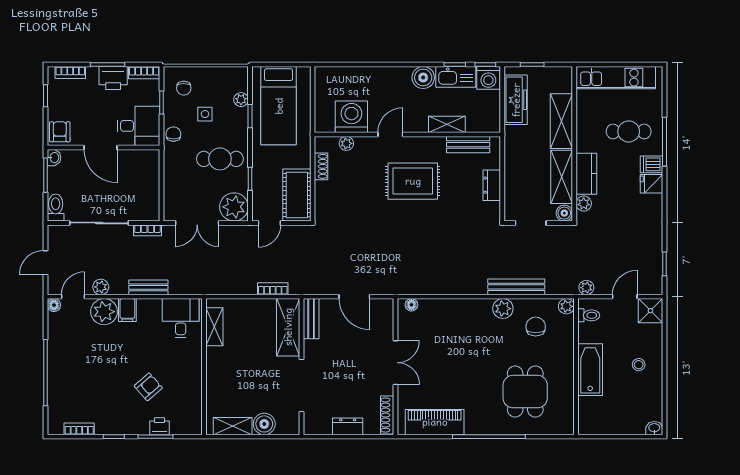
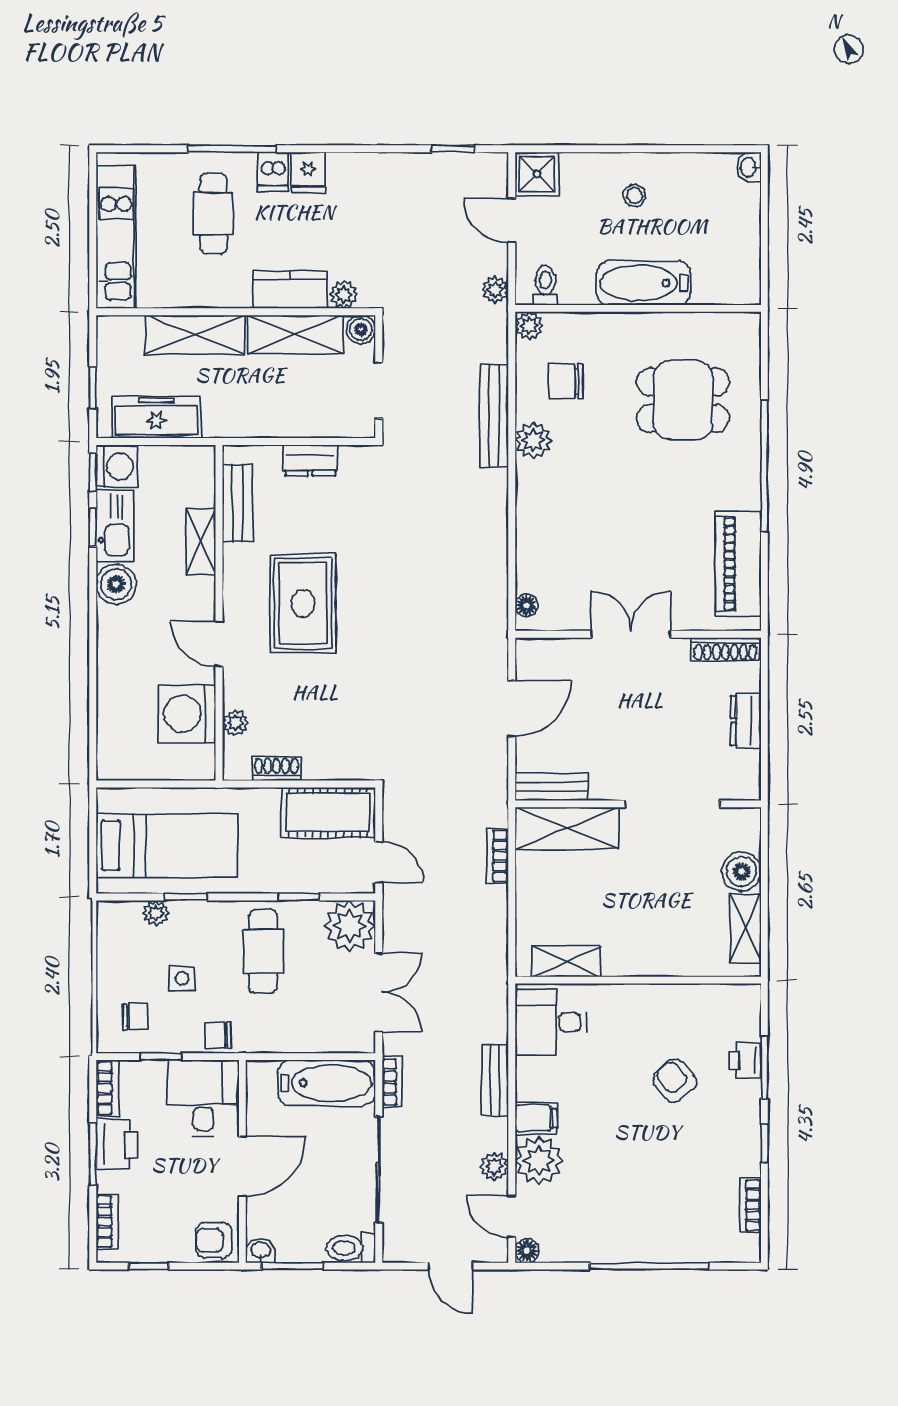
bathtub: (147, 194) -> (327, 1083), added

